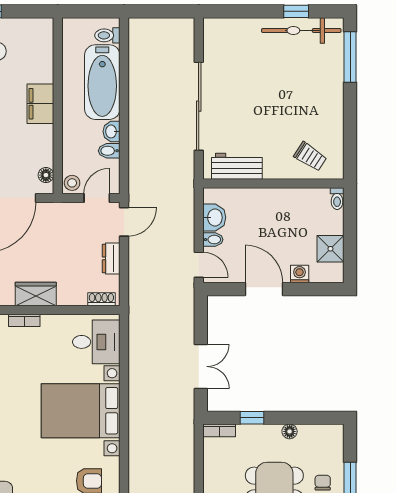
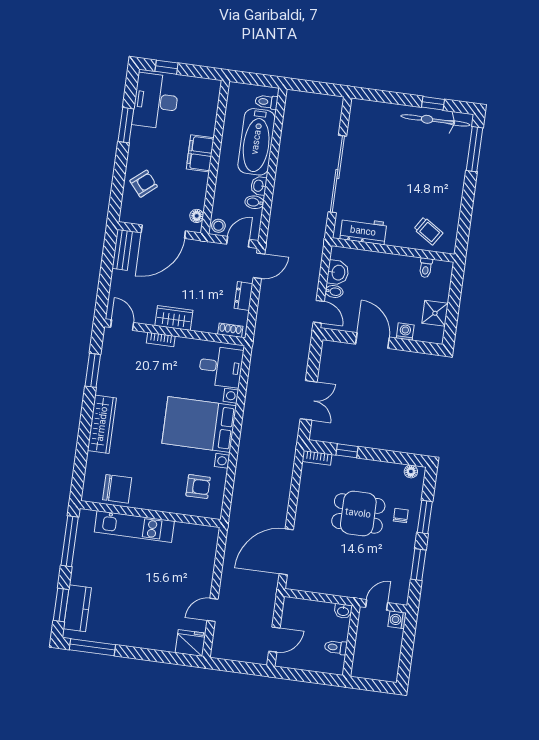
toilet: (337, 199) -> (426, 268), moved
floor lamp: (290, 431) -> (411, 471), moved

